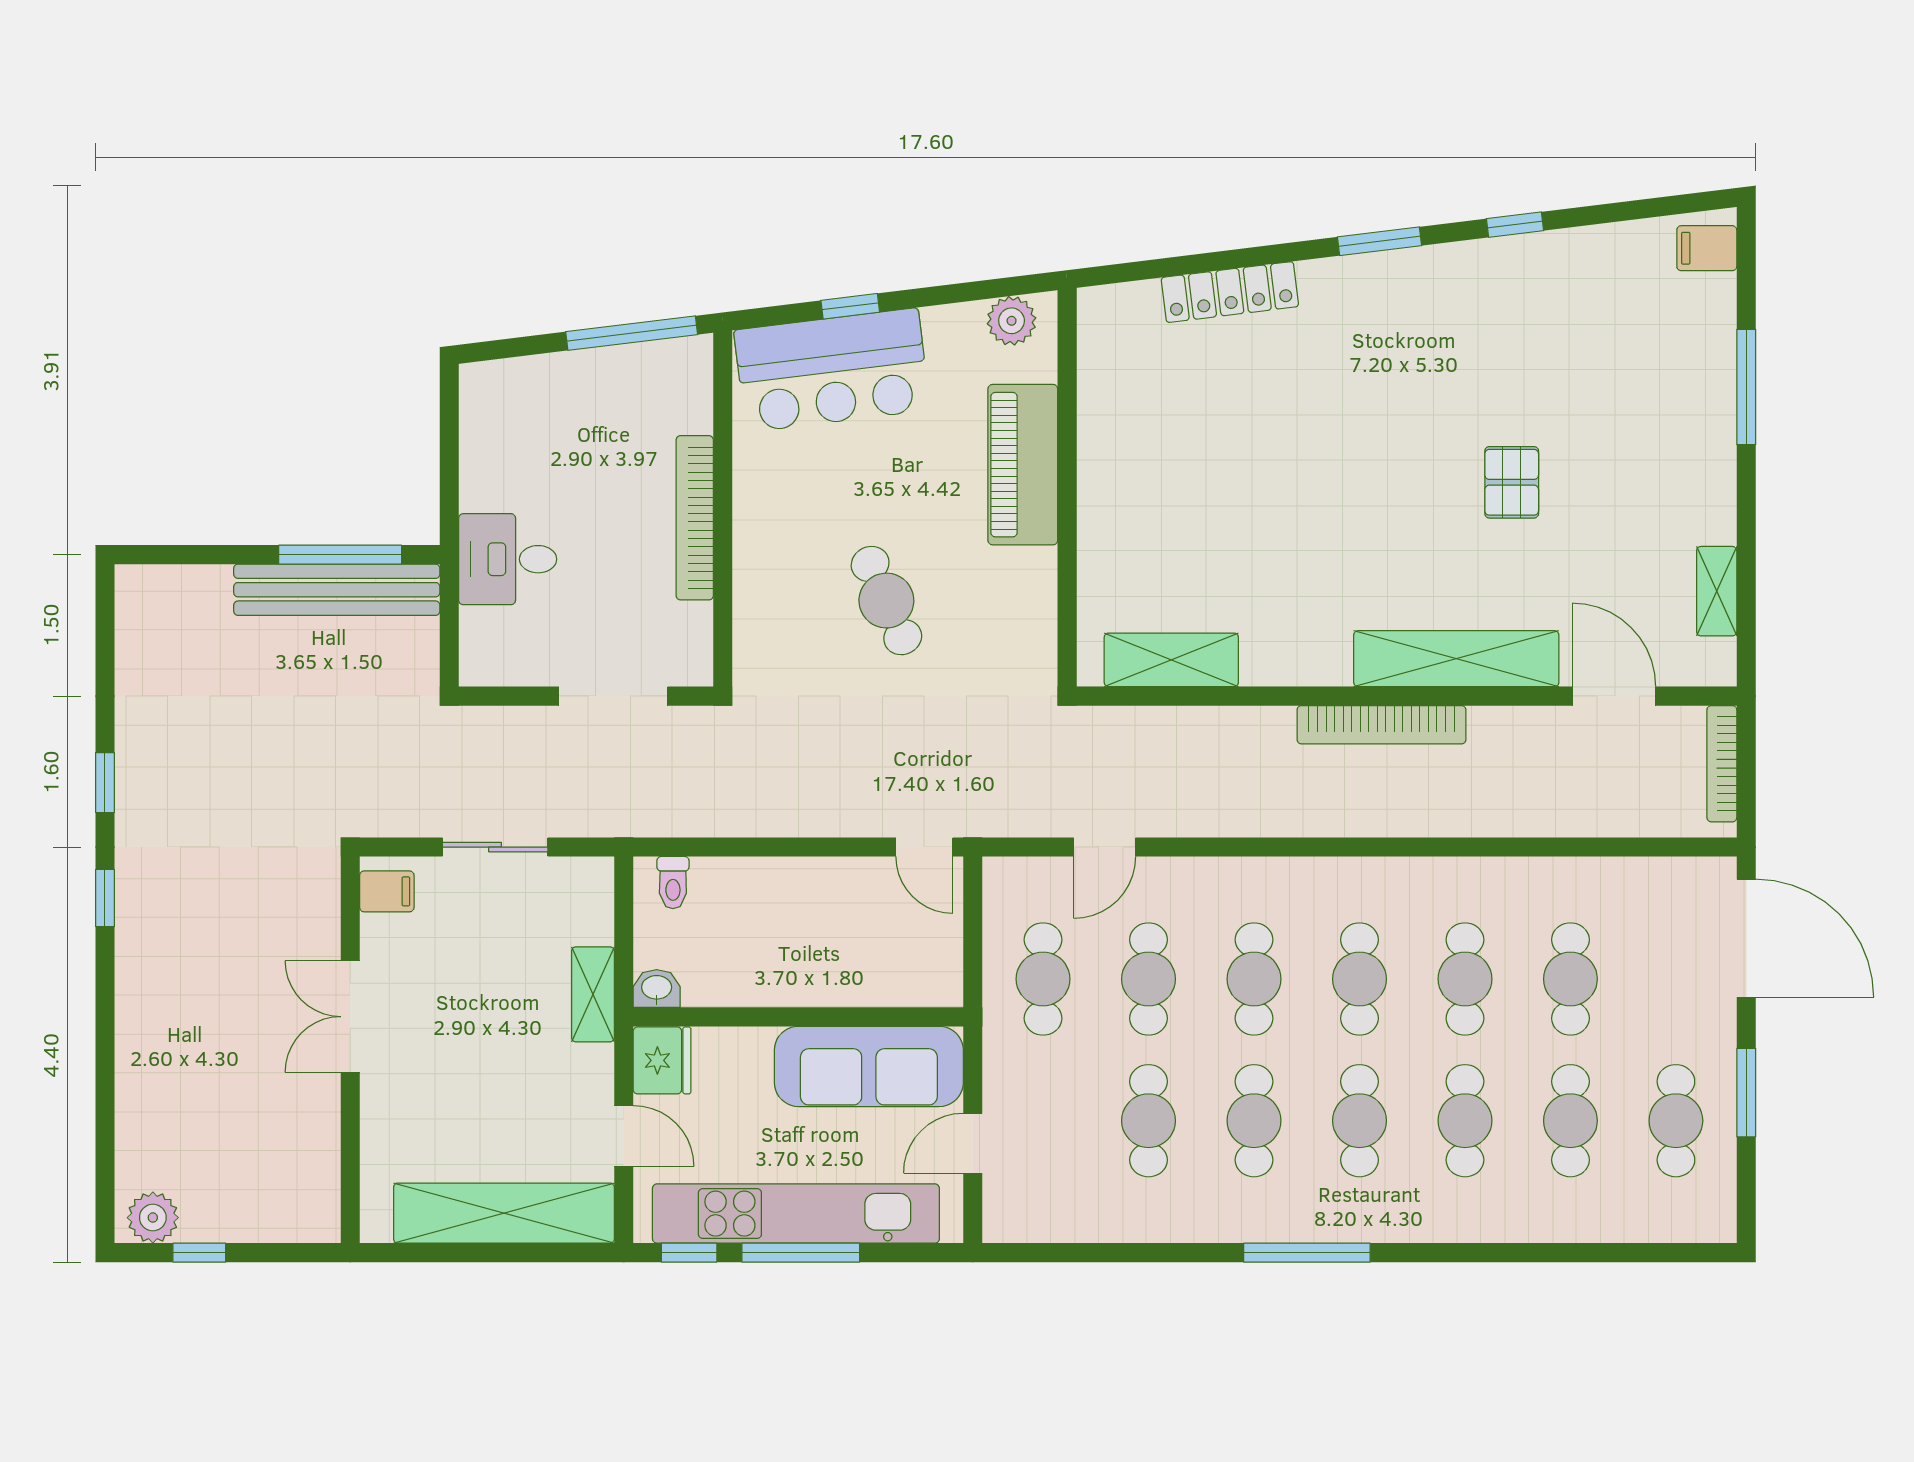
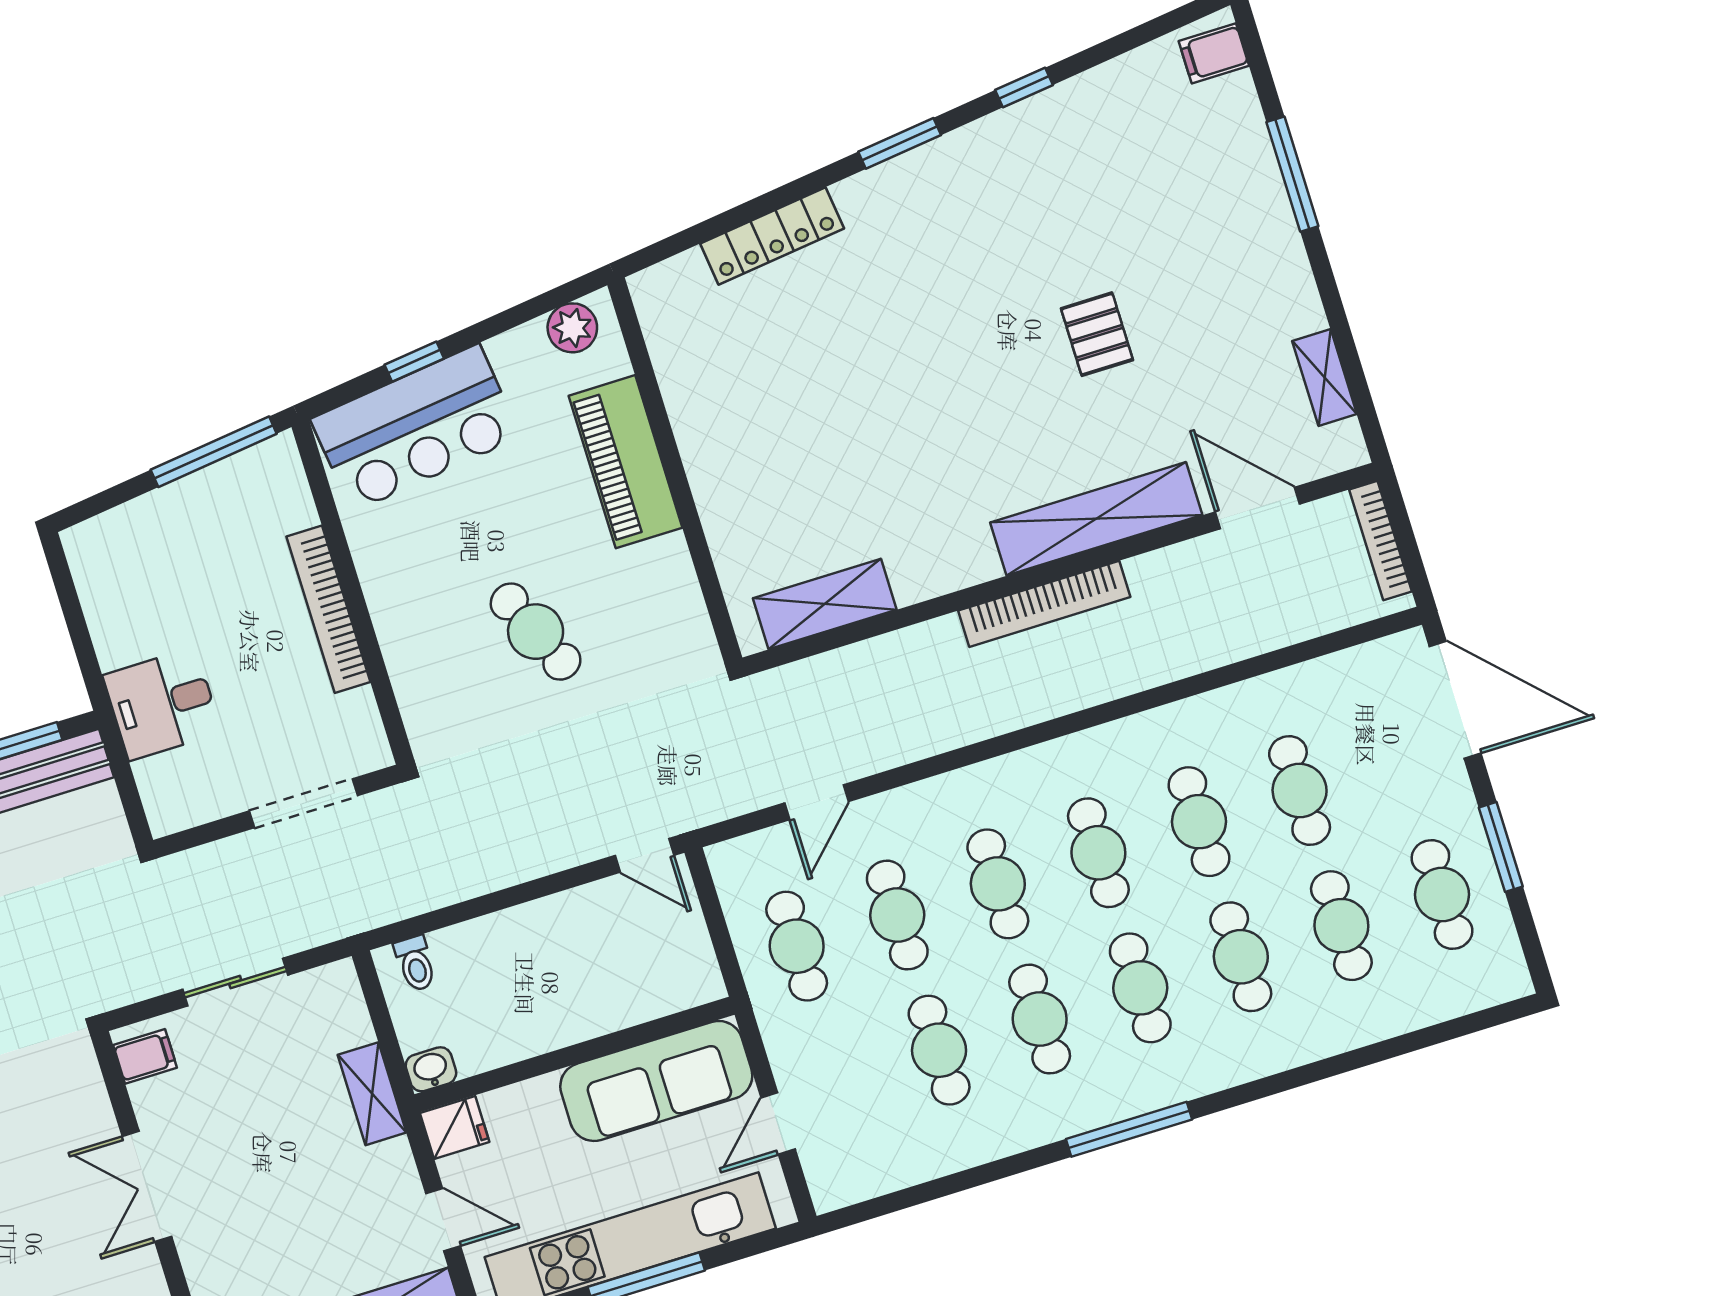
fridge: (662, 1060) -> (455, 1127), width x0.72

